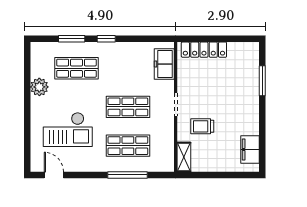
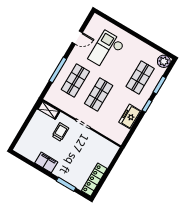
locker: (204, 50) -> (94, 180), moved
freezer: (164, 64) -> (130, 117), moved, turned -90
plant: (39, 87) -> (164, 61), moved
filing cabinet: (250, 149) -> (46, 162), moved
door: (54, 175) -> (77, 38), moved

